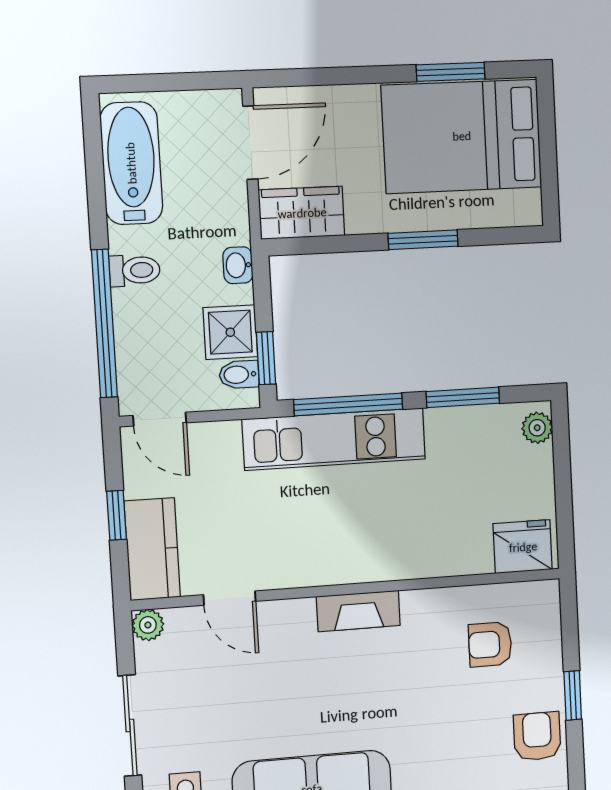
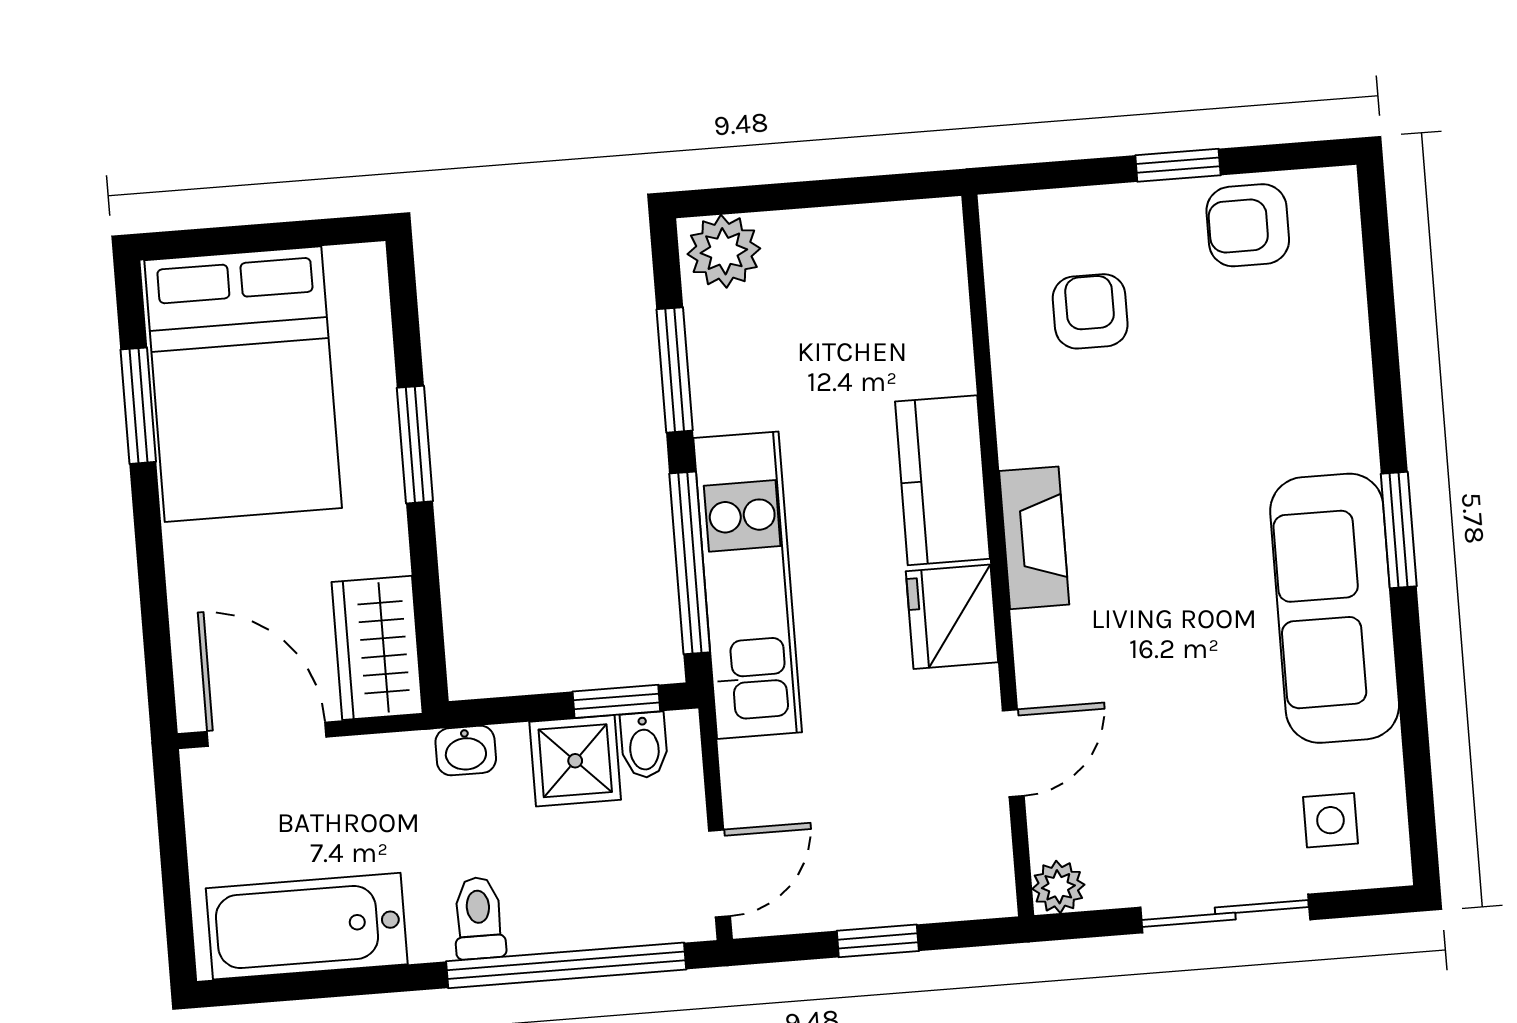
plant: (537, 428) -> (724, 251), width x1.38, depth x1.38
fridge: (523, 547) -> (952, 617), moved
kitchen counter: (152, 549) -> (943, 480), moved, turned -90
armchair: (490, 644) -> (1090, 311), turned 180

